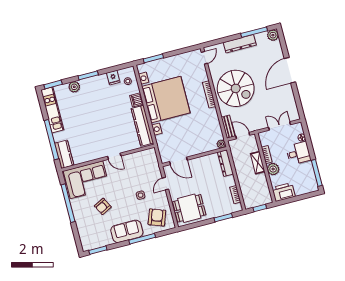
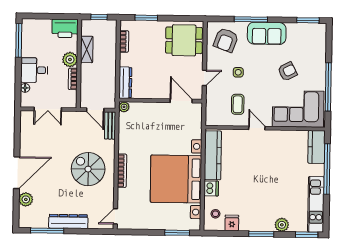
plant: (273, 35) -> (26, 199), moved
spiral stairs: (236, 88) -> (88, 169), width x0.73, depth x0.73
shelving: (258, 163) -> (87, 49), moved
coffee table: (134, 170) -> (238, 104), added

